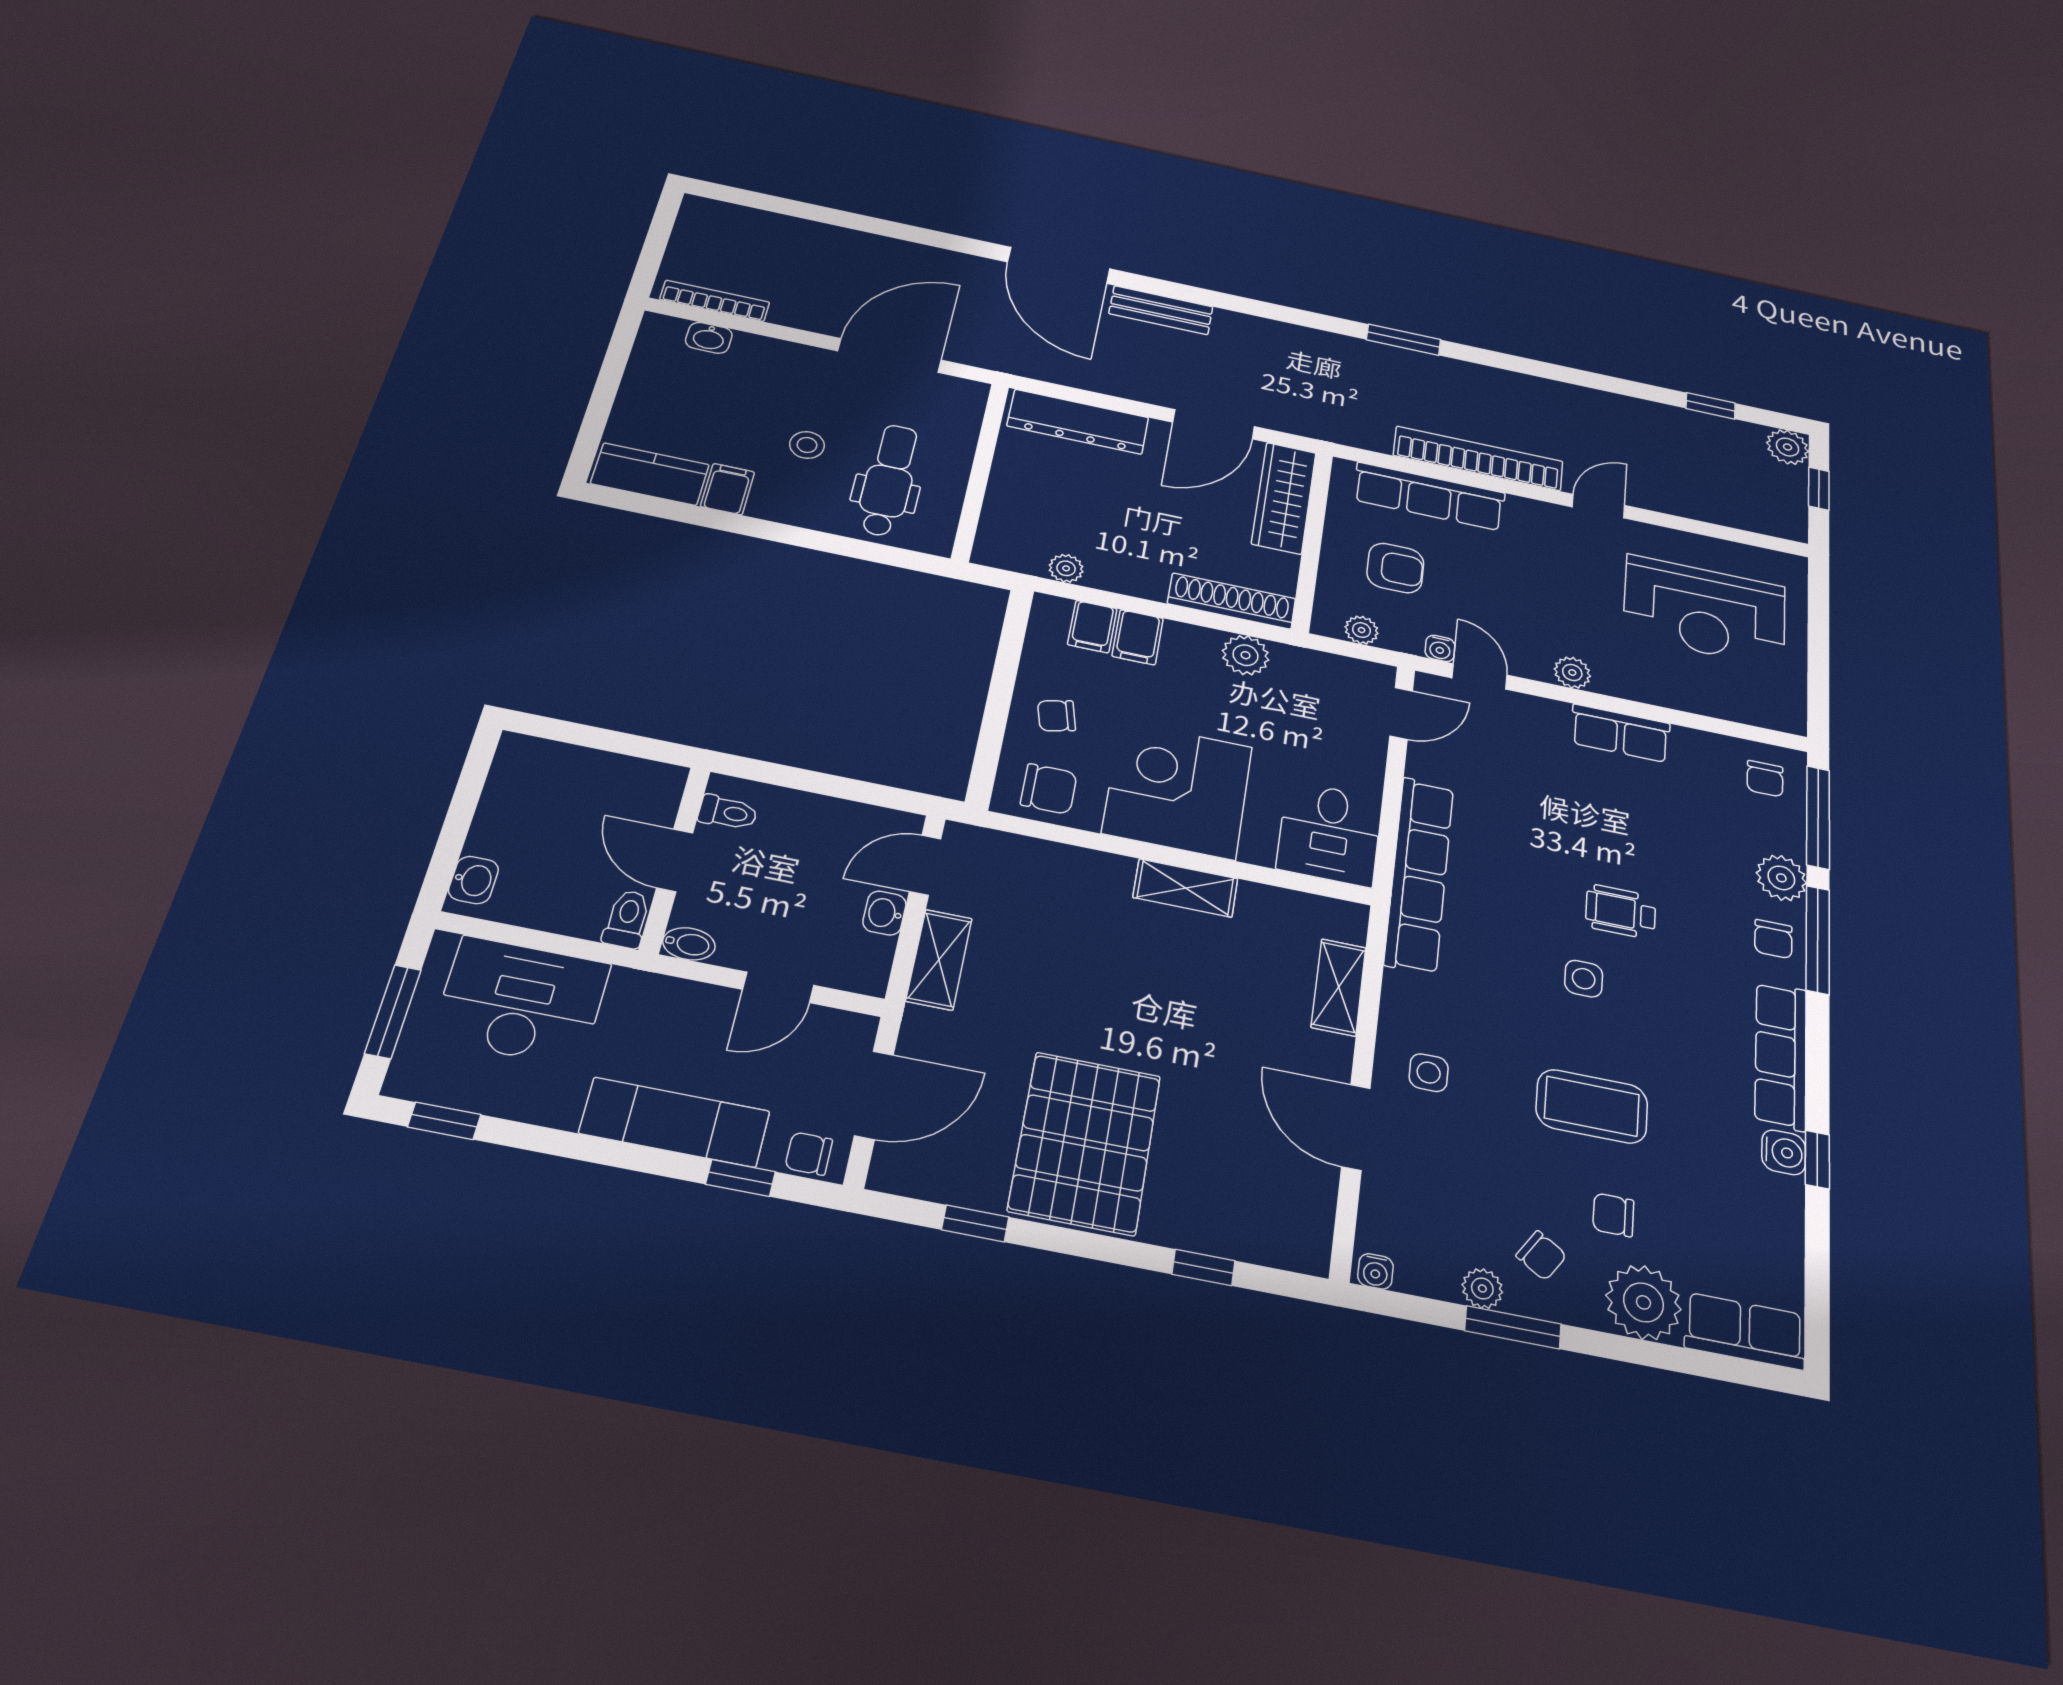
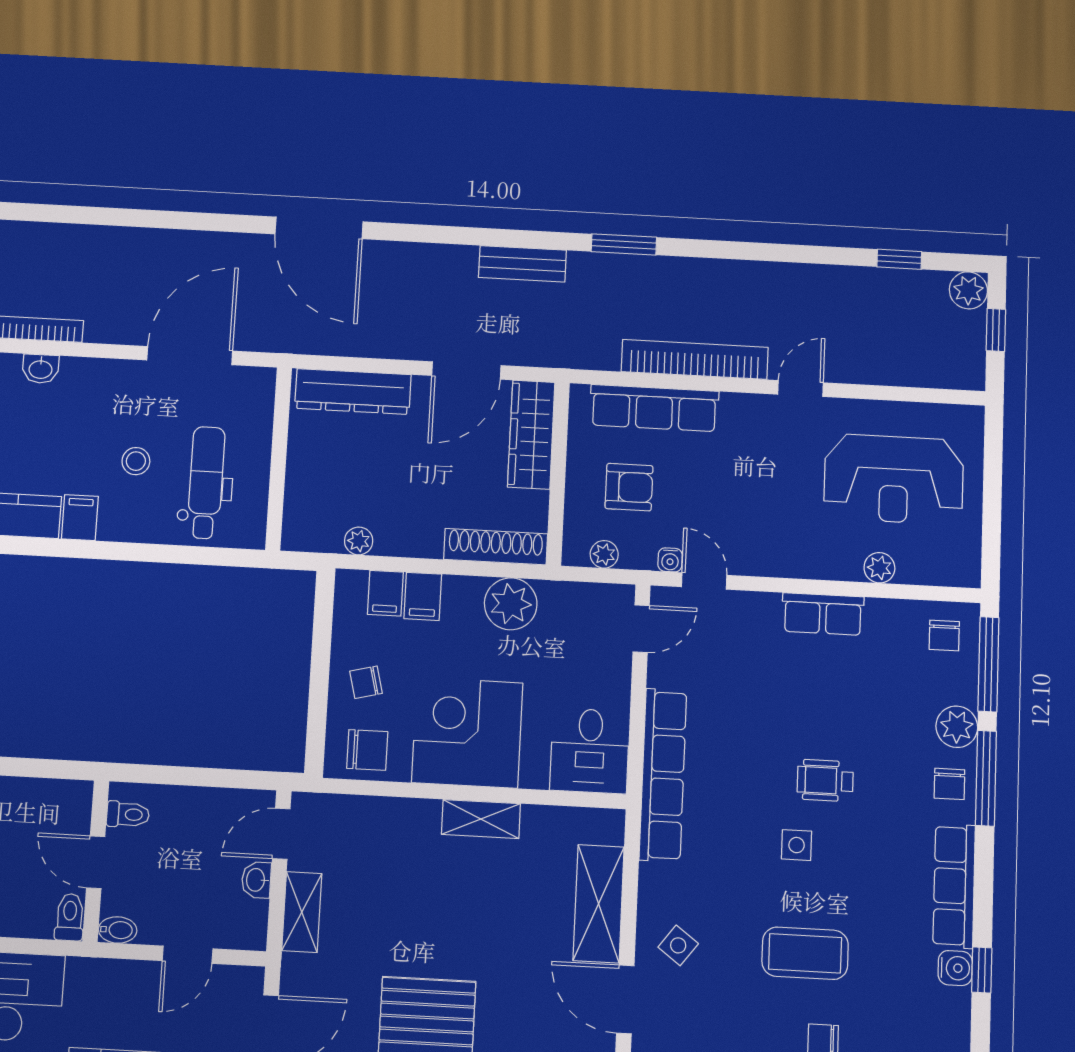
bench: (1161, 310) -> (522, 264), moved
plant: (1246, 655) -> (511, 604), width x1.36, depth x1.36
plant: (1572, 673) -> (879, 568), moved
shelving: (1339, 987) -> (599, 904), width x1.50, depth x1.33
side table: (1429, 1073) -> (678, 945), turned 37

